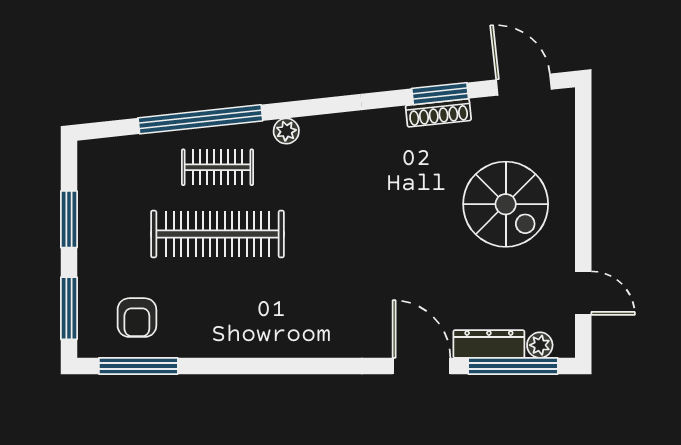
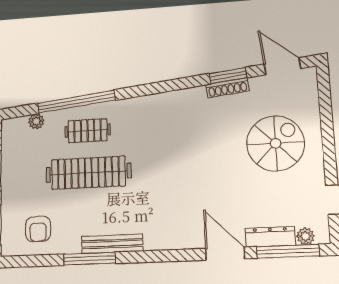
plant: (286, 131) -> (36, 121), moved
spiral stairs: (506, 204) -> (276, 143), turned -90
bench: (252, 345) -> (112, 244), added
window: (138, 366) -> (90, 259), moved

